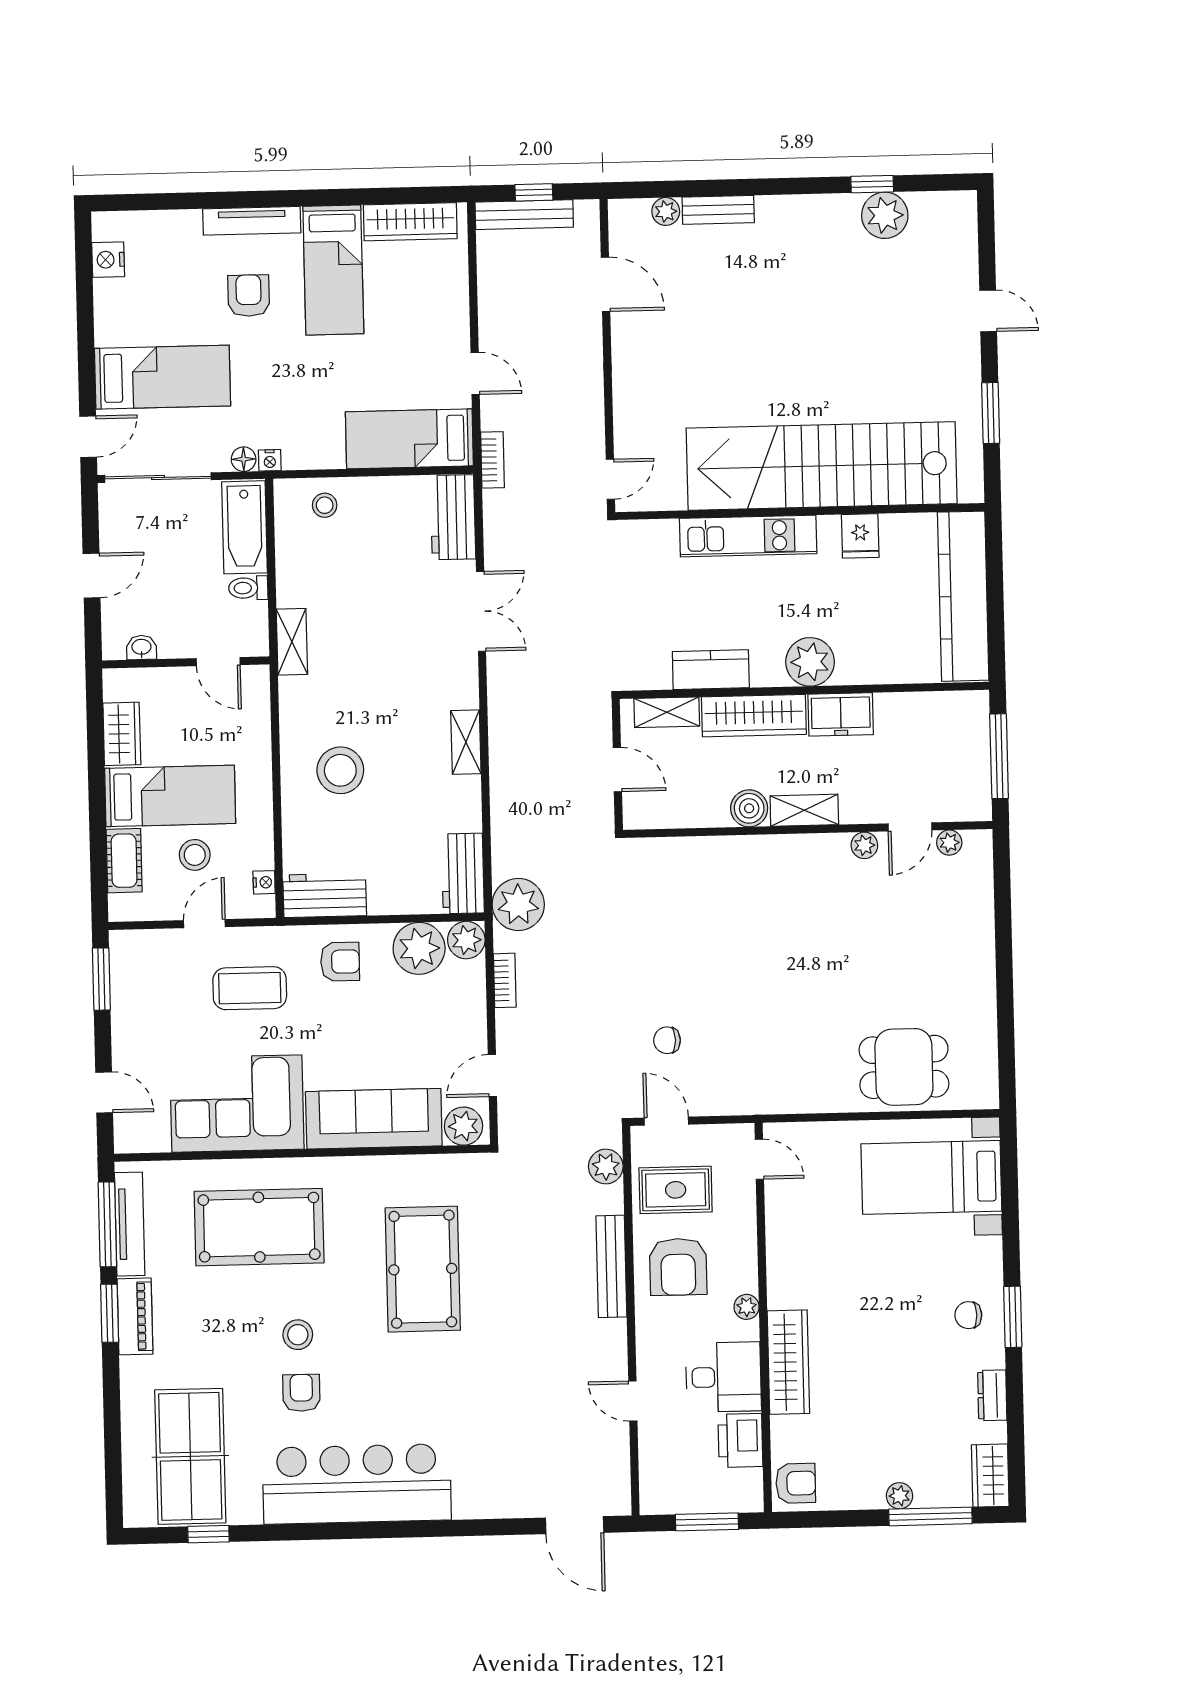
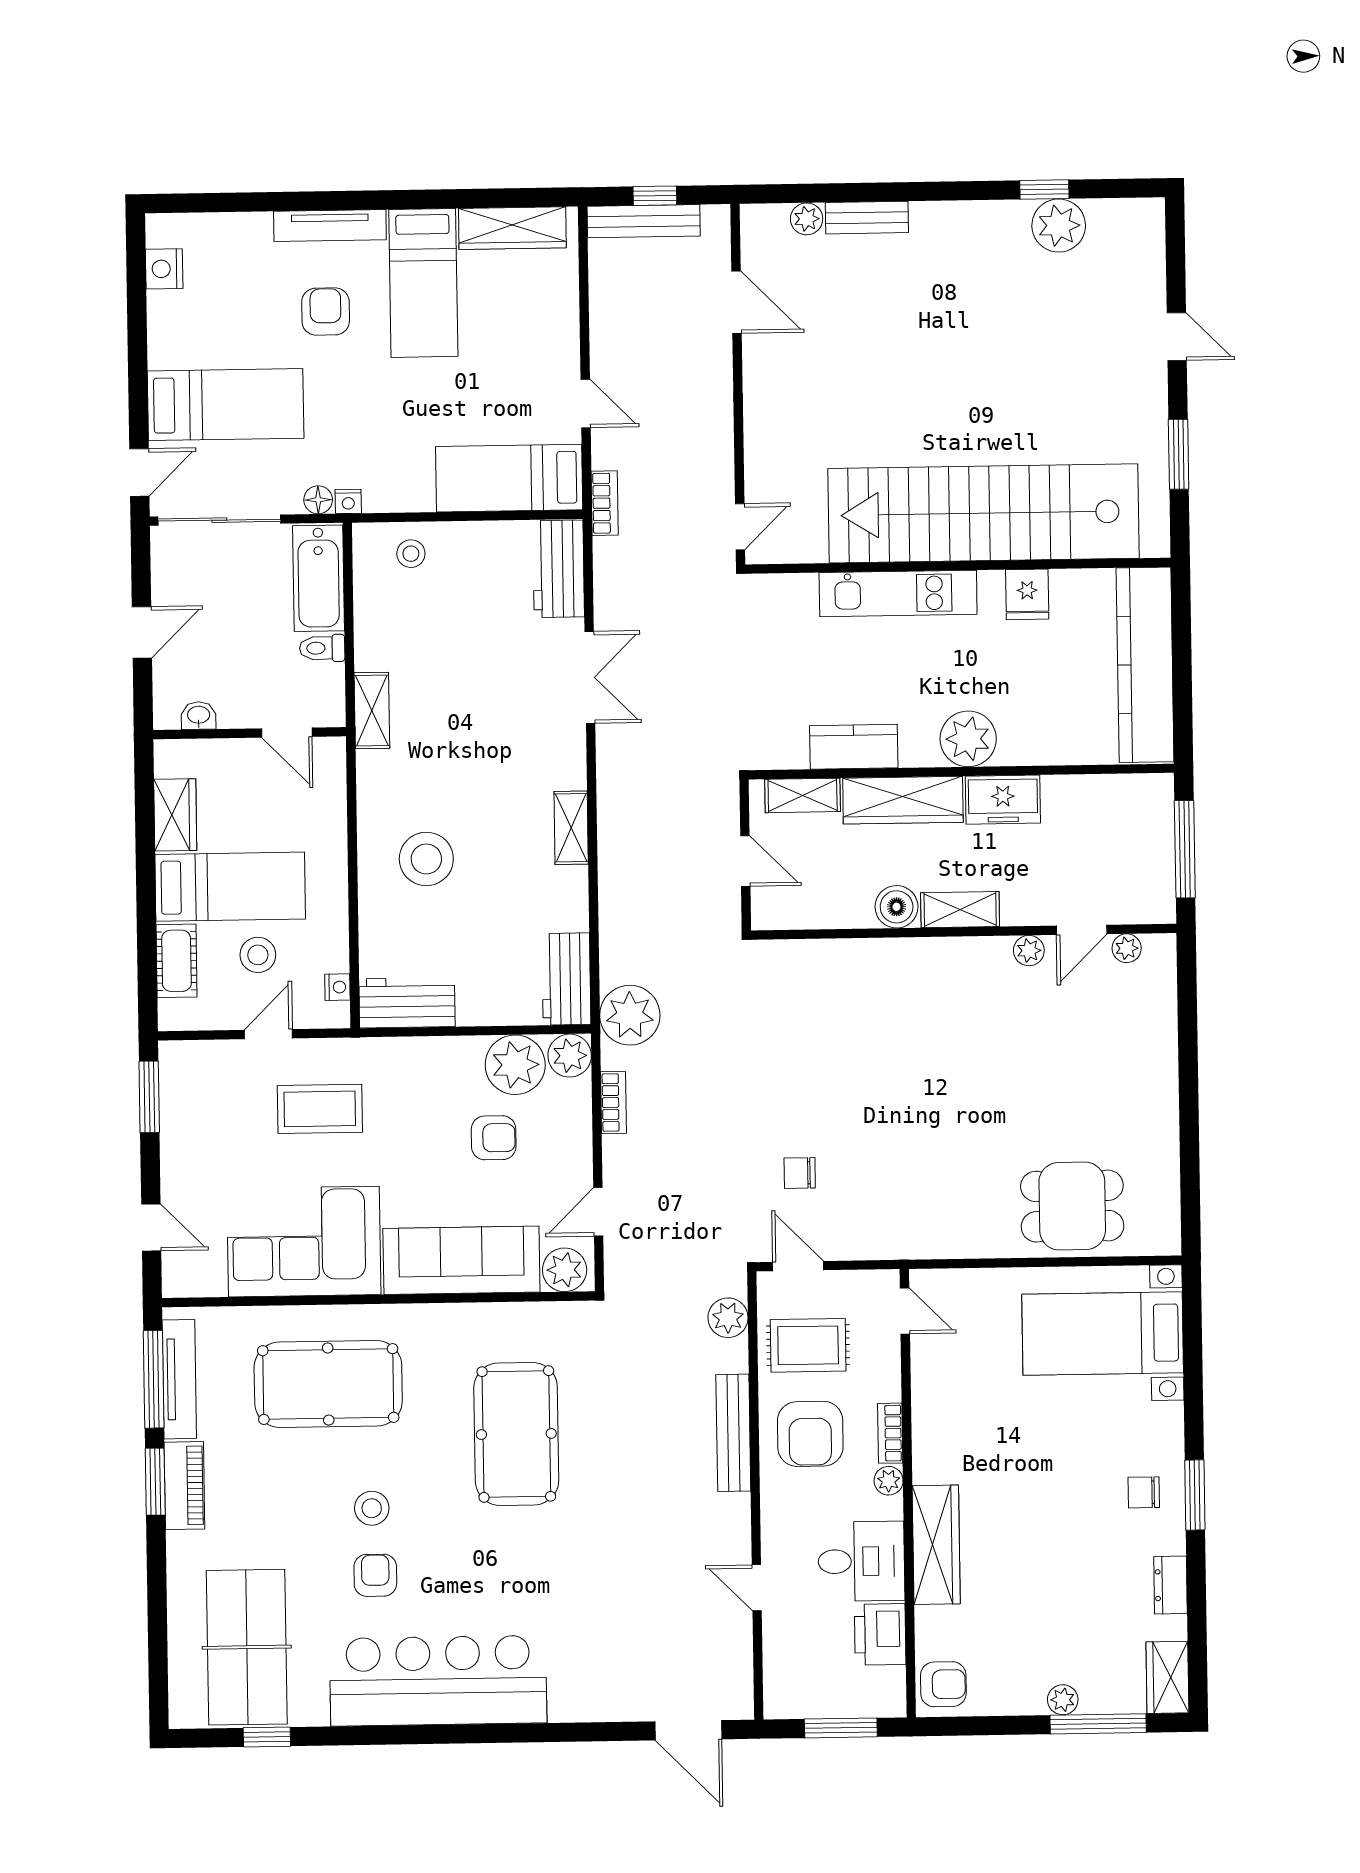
armchair: (340, 962) -> (494, 1138), moved
bookcase: (748, 1266) -> (890, 1433), added

